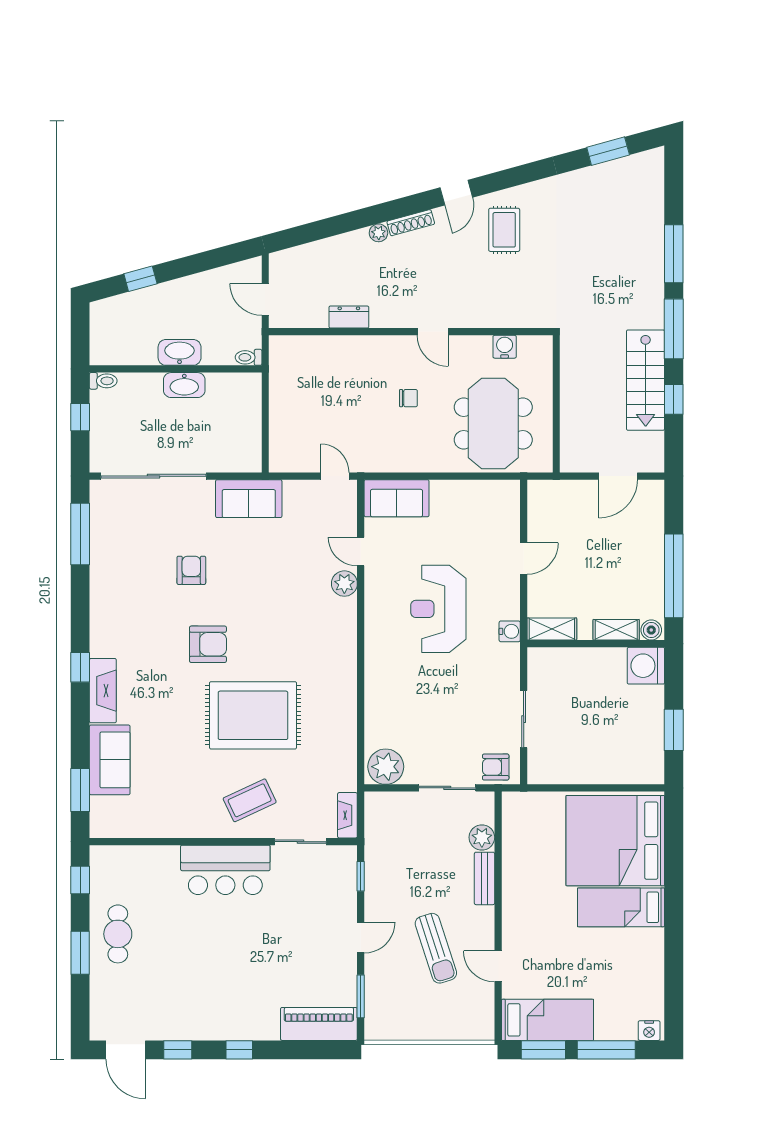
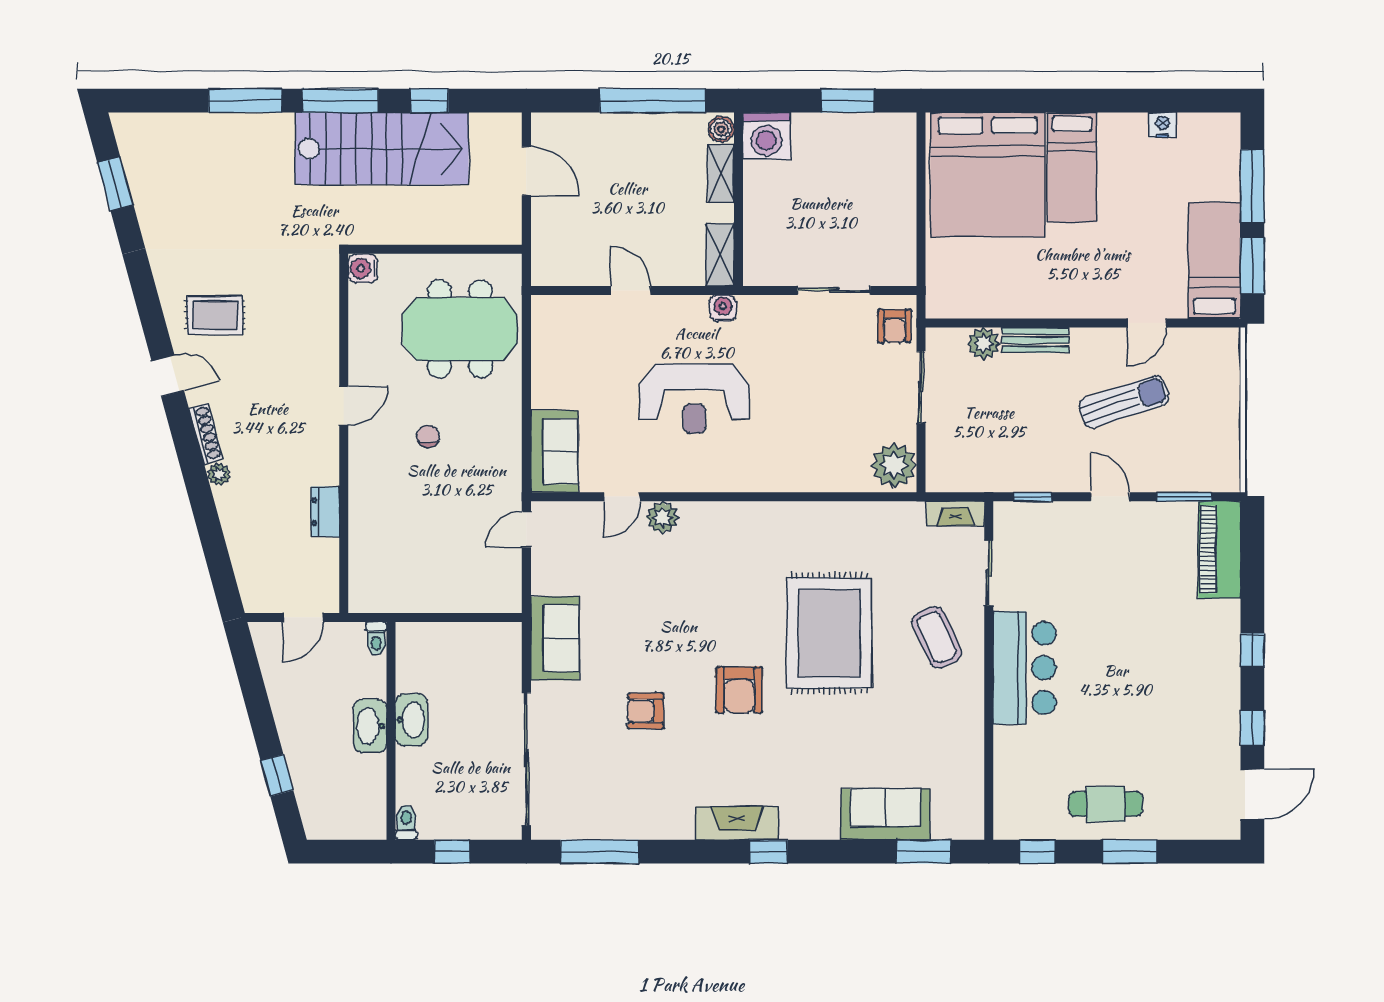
water cooler: (505, 347) -> (363, 268), moved
stairs: (646, 380) -> (382, 149), width x1.36, depth x1.51
armchair: (208, 644) -> (739, 690), turned 180
fireplace: (103, 691) -> (737, 823), moved
nightstand: (649, 1031) -> (1163, 125), moved, turned -90

